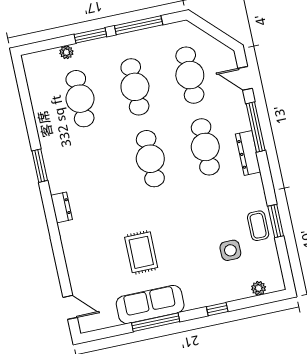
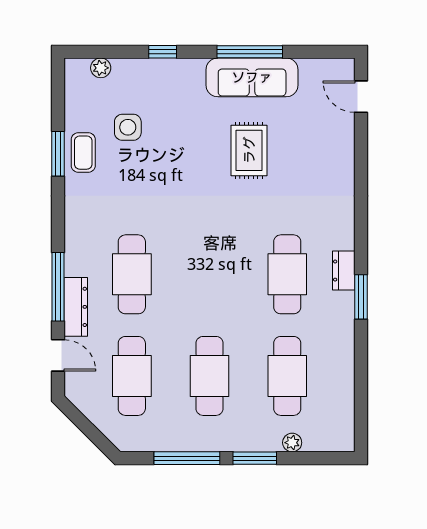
dresser: (248, 153) -> (76, 307), moved
cafe table: (150, 159) -> (287, 274), moved
dresser: (61, 207) -> (344, 271), moved

